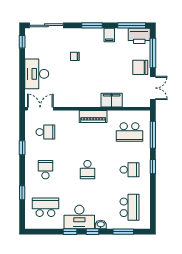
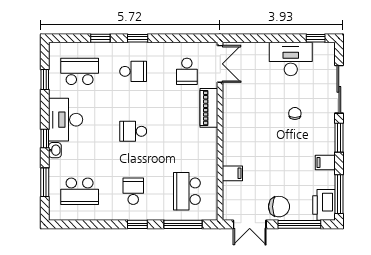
sliding door: (46, 25) -> (339, 89), moved
chair: (140, 67) -> (279, 207), turned 90
desk: (37, 74) -> (291, 59), moved
filing cabinet: (112, 100) -> (232, 173), width x0.50
piano: (93, 117) -> (209, 108), moved
window: (22, 148) -> (138, 38), moved
school desk: (130, 170) -> (133, 191), turned 180
school desk: (45, 207) -> (80, 71), turned -90
window: (70, 232) -> (45, 80), moved

